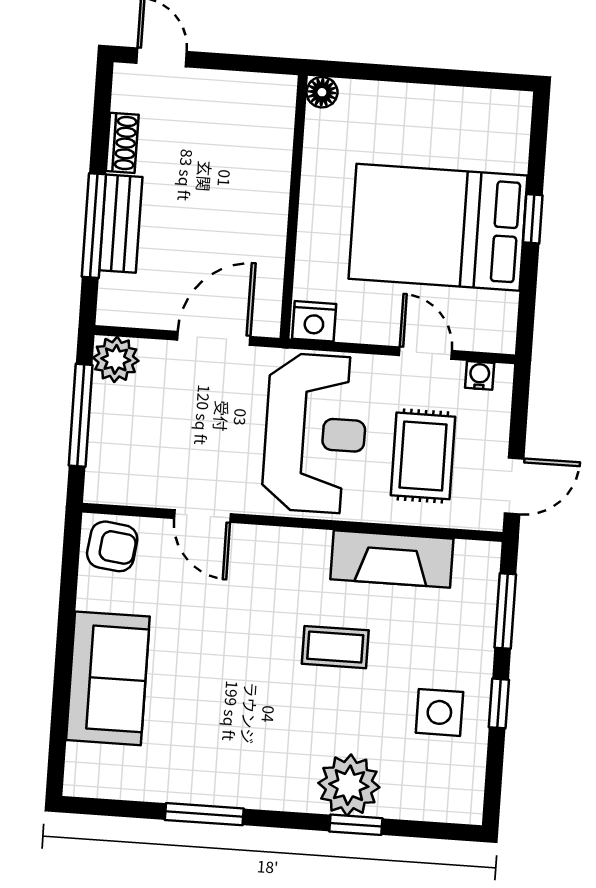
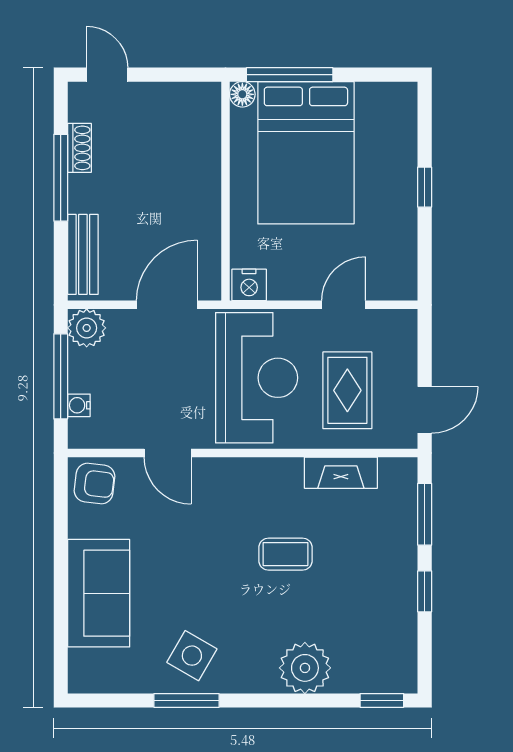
window: (380, 73) -> (290, 75), added
bench: (121, 224) -> (83, 254), moved
window: (94, 226) -> (61, 178), moved
bed: (438, 227) -> (306, 153), moved, turned -90
door: (426, 353) -> (343, 305), hinge flipped
water cooler: (480, 375) -> (79, 405), moved, turned -90
fireplace: (392, 559) -> (341, 473), width x0.73, depth x0.76
side table: (439, 712) -> (192, 656), moved, turned 30
window: (356, 825) -> (382, 700), moved

